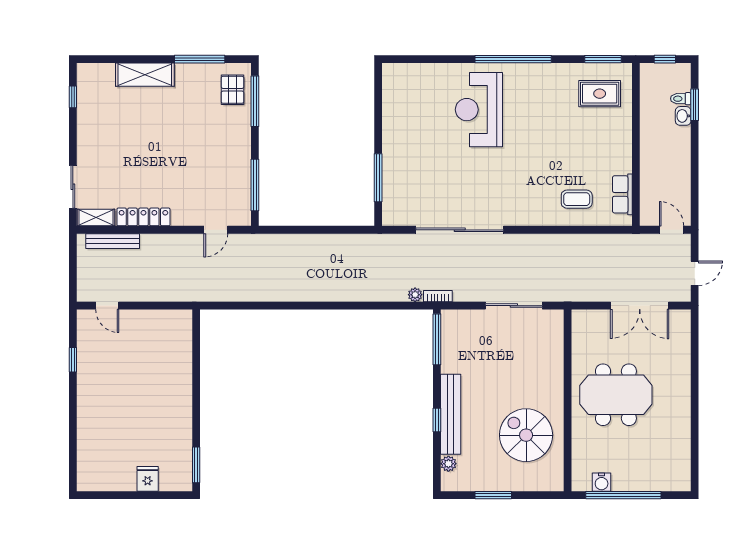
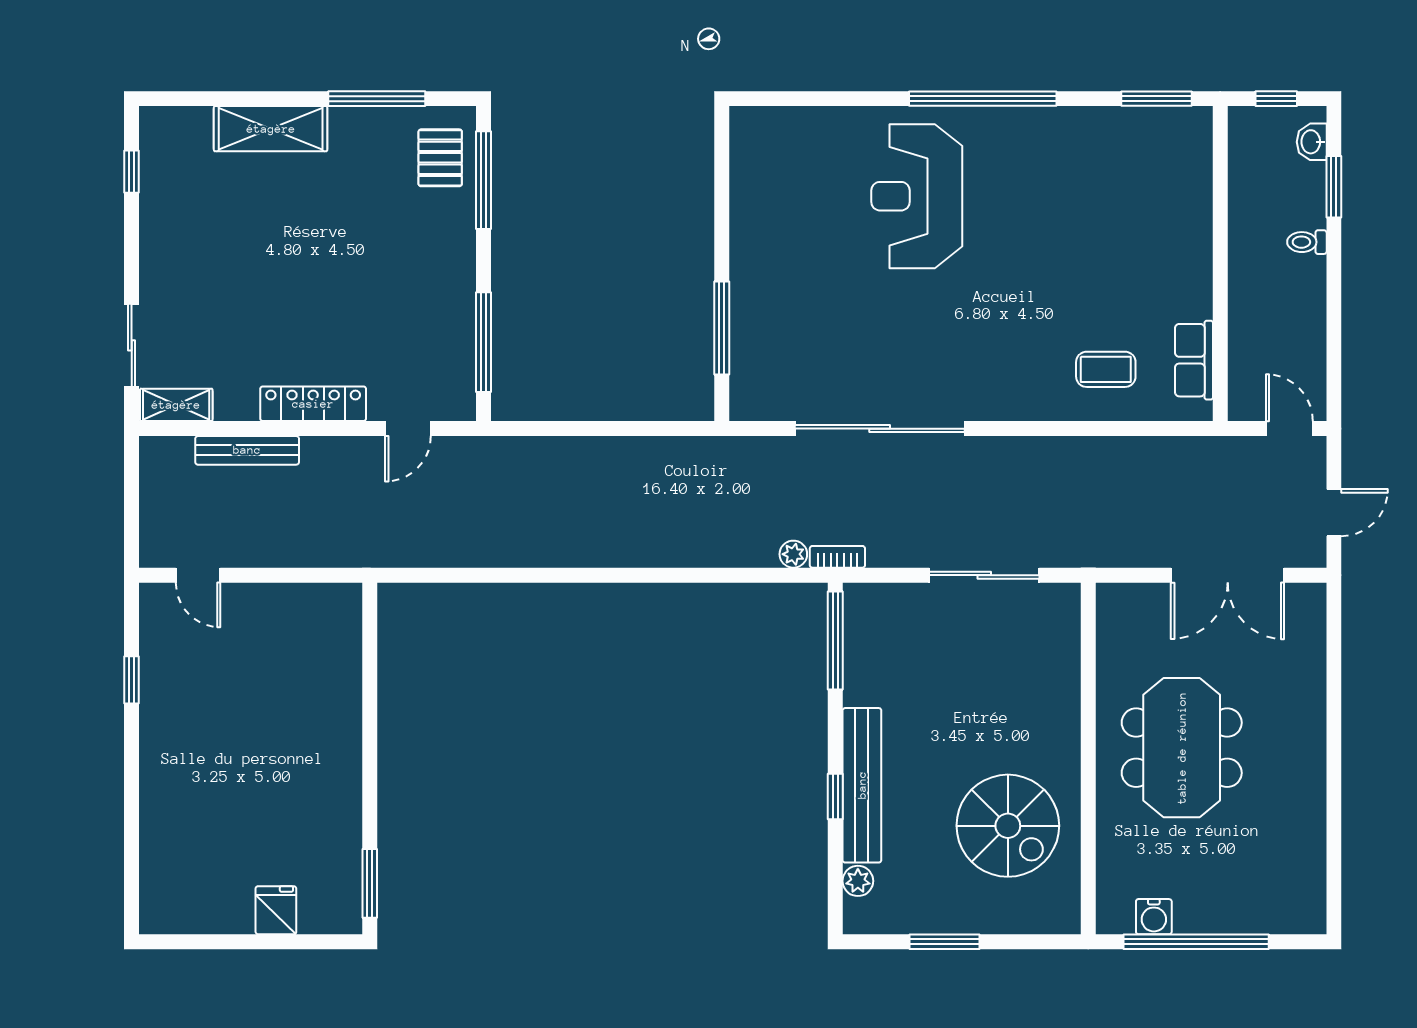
rug: (600, 94) -> (1150, 165), removed
toilet: (681, 99) -> (1307, 242), moved
washbasin: (683, 116) -> (1312, 142), moved
locker: (143, 217) -> (313, 404), moved
bench: (113, 241) -> (247, 450), moved
meeting table: (616, 395) -> (1182, 748), turned 90
spiral stairs: (526, 435) -> (1008, 826), turned 180

